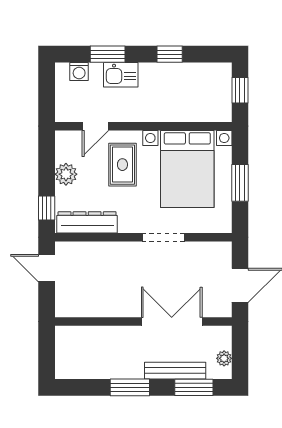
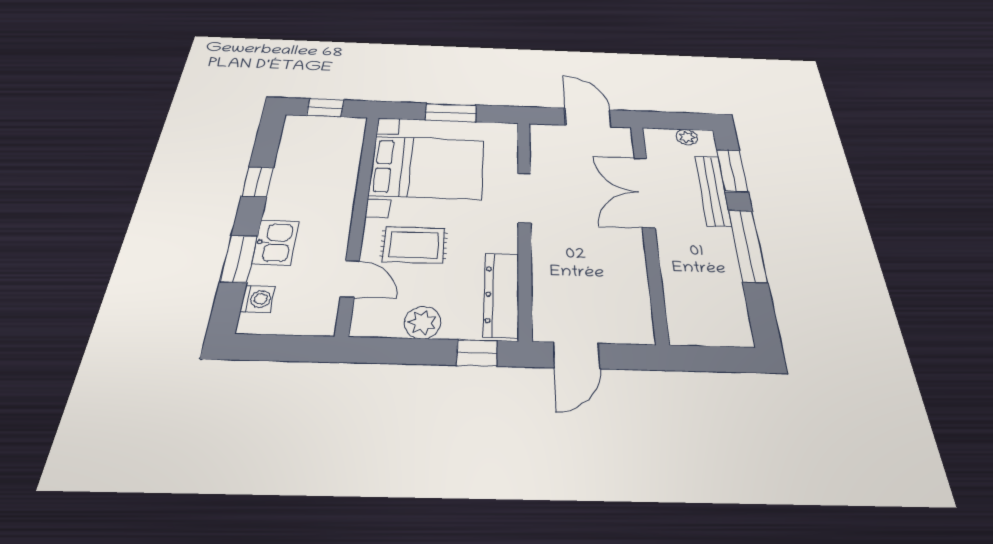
window: (130, 387) -> (748, 245), width x1.44

